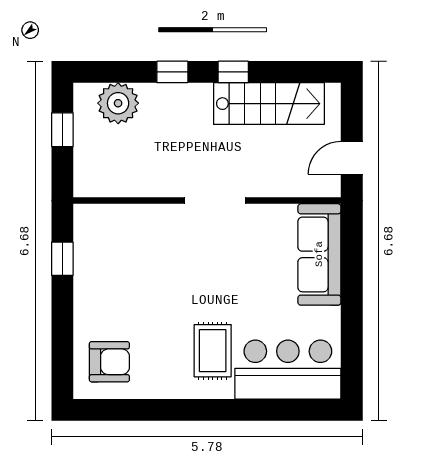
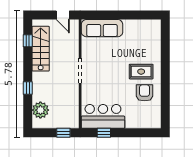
window: (233, 72) -> (28, 41), moved
window: (62, 130) -> (63, 133), moved
armchair: (109, 362) -> (145, 93), moved
bar counter: (288, 370) -> (103, 116), moved, turned 90

